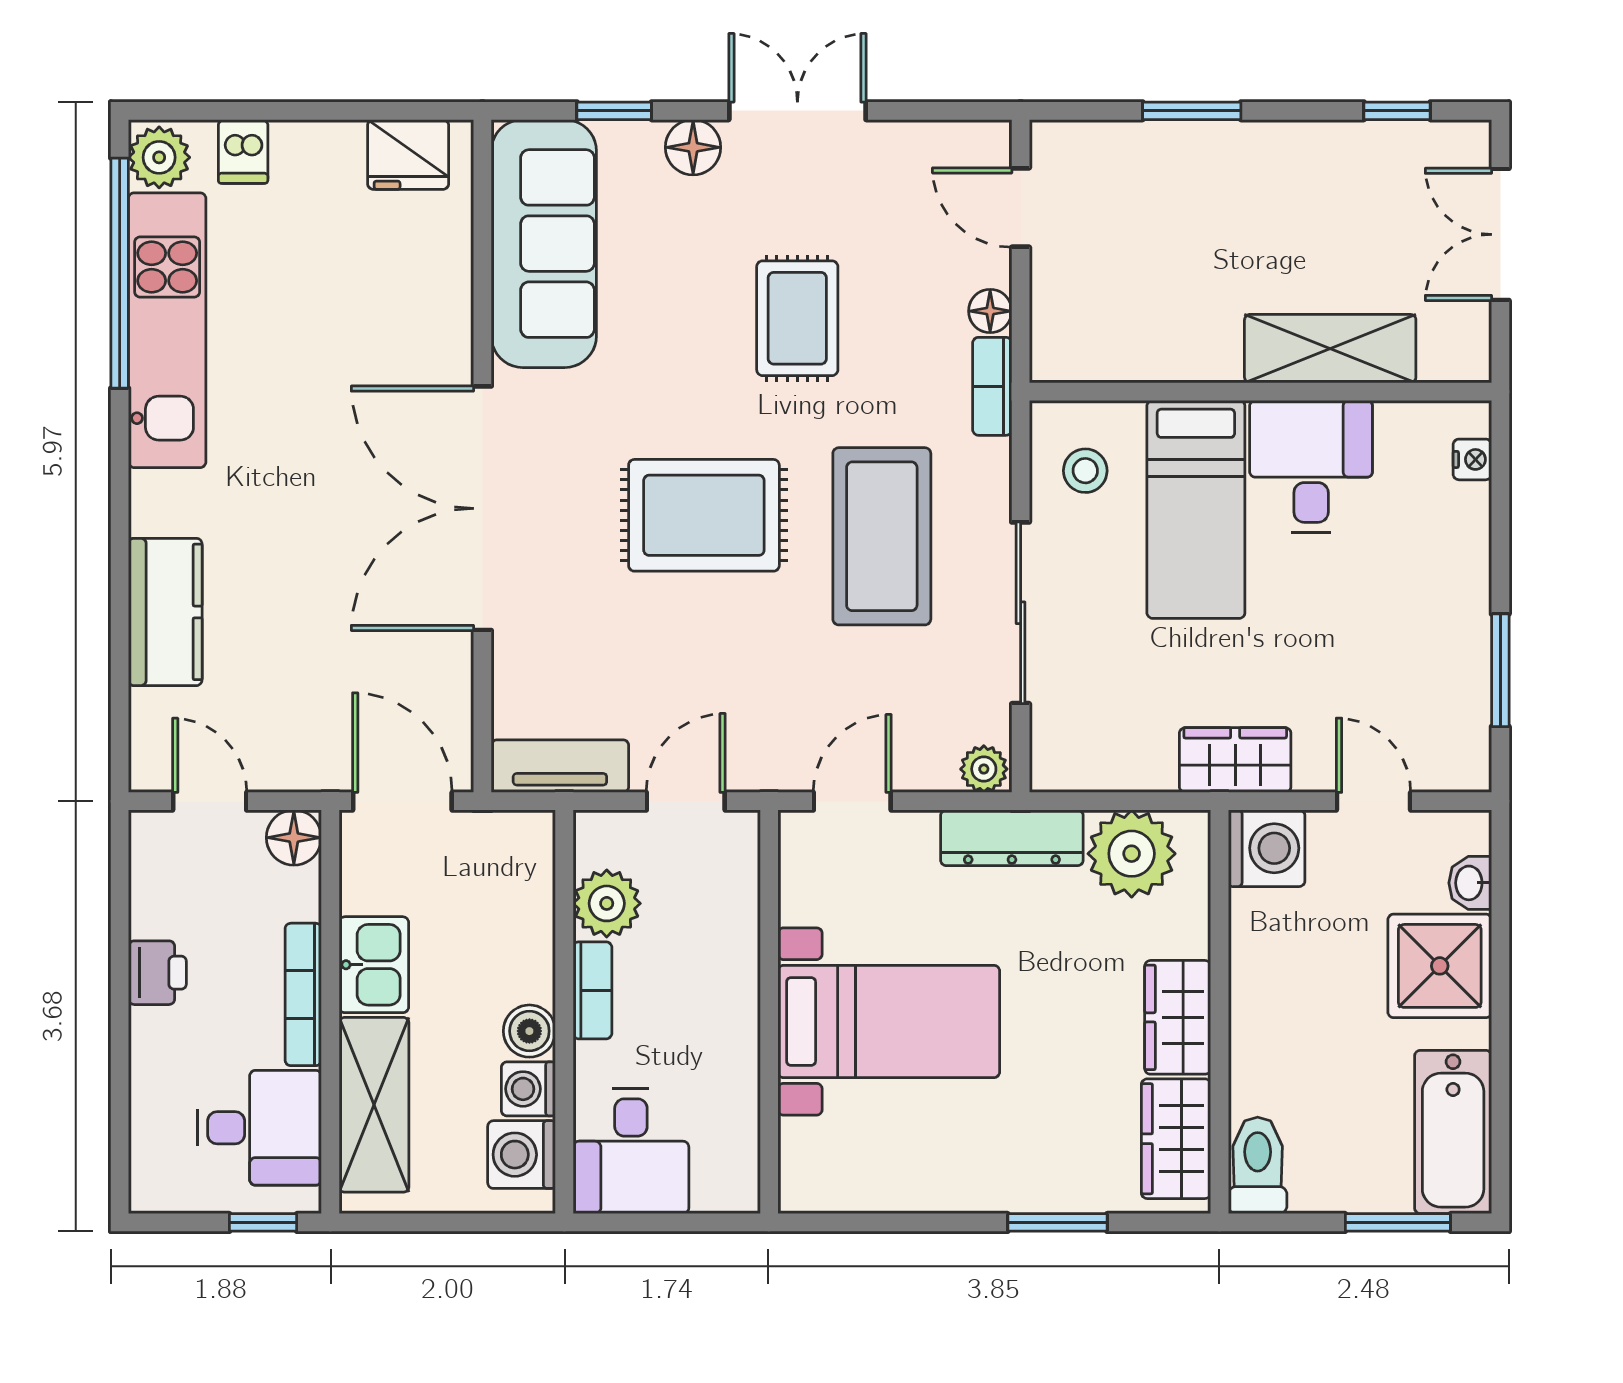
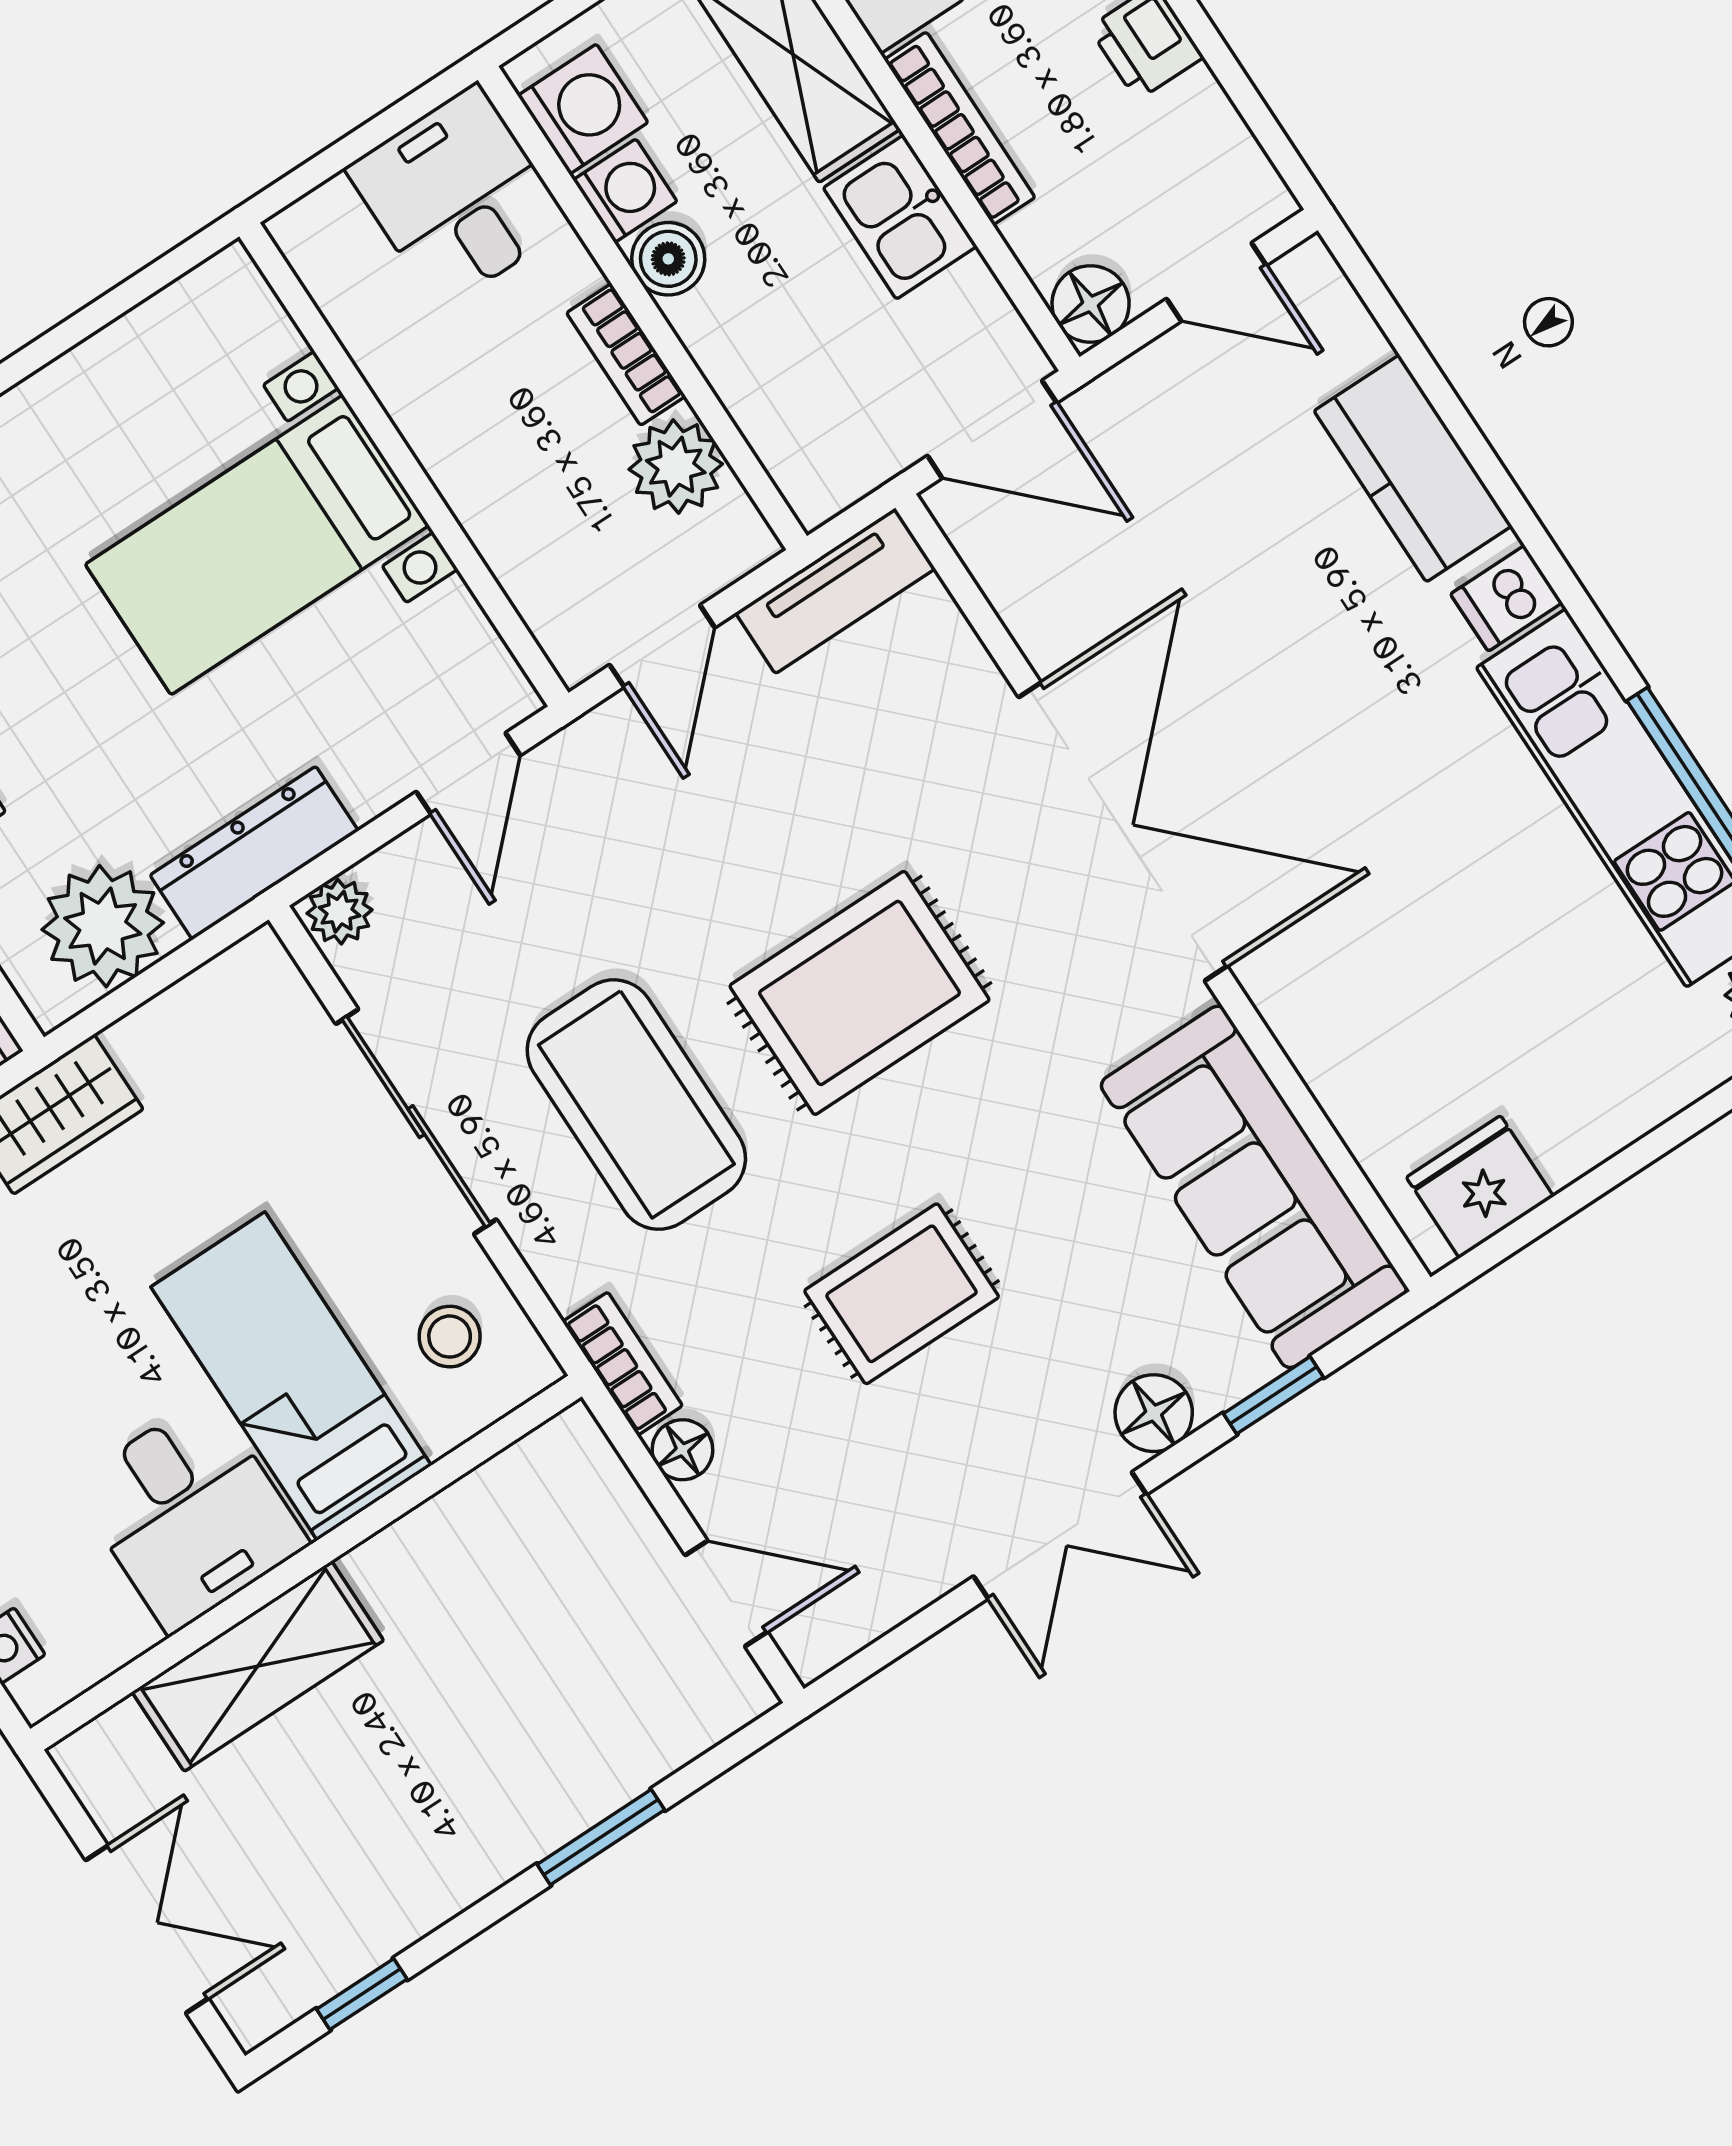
dishwasher: (243, 152) -> (1506, 598), moved, turned -90
rug: (797, 318) -> (902, 1294), turned 90

